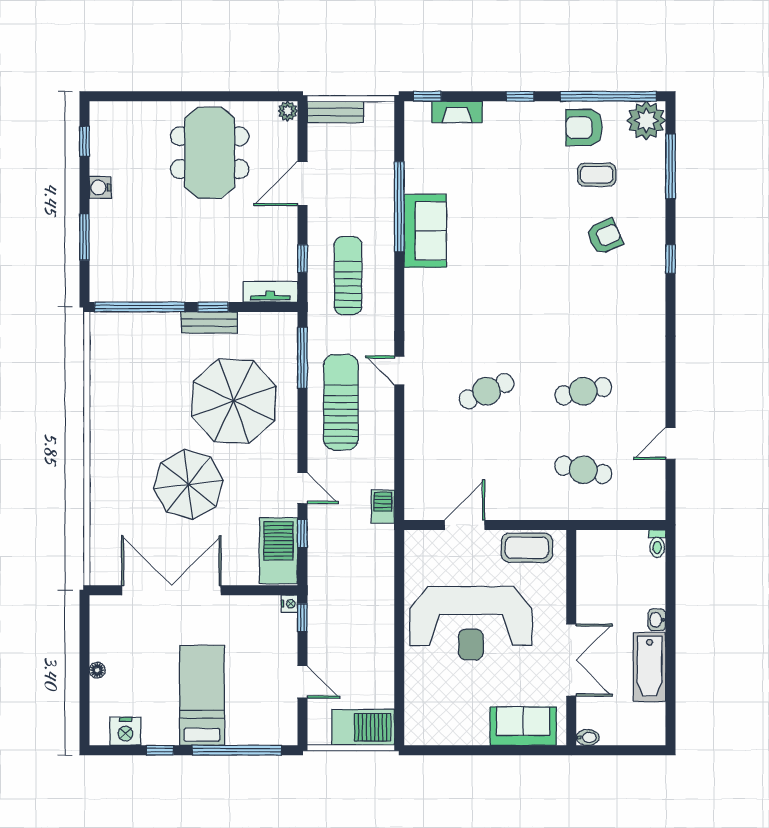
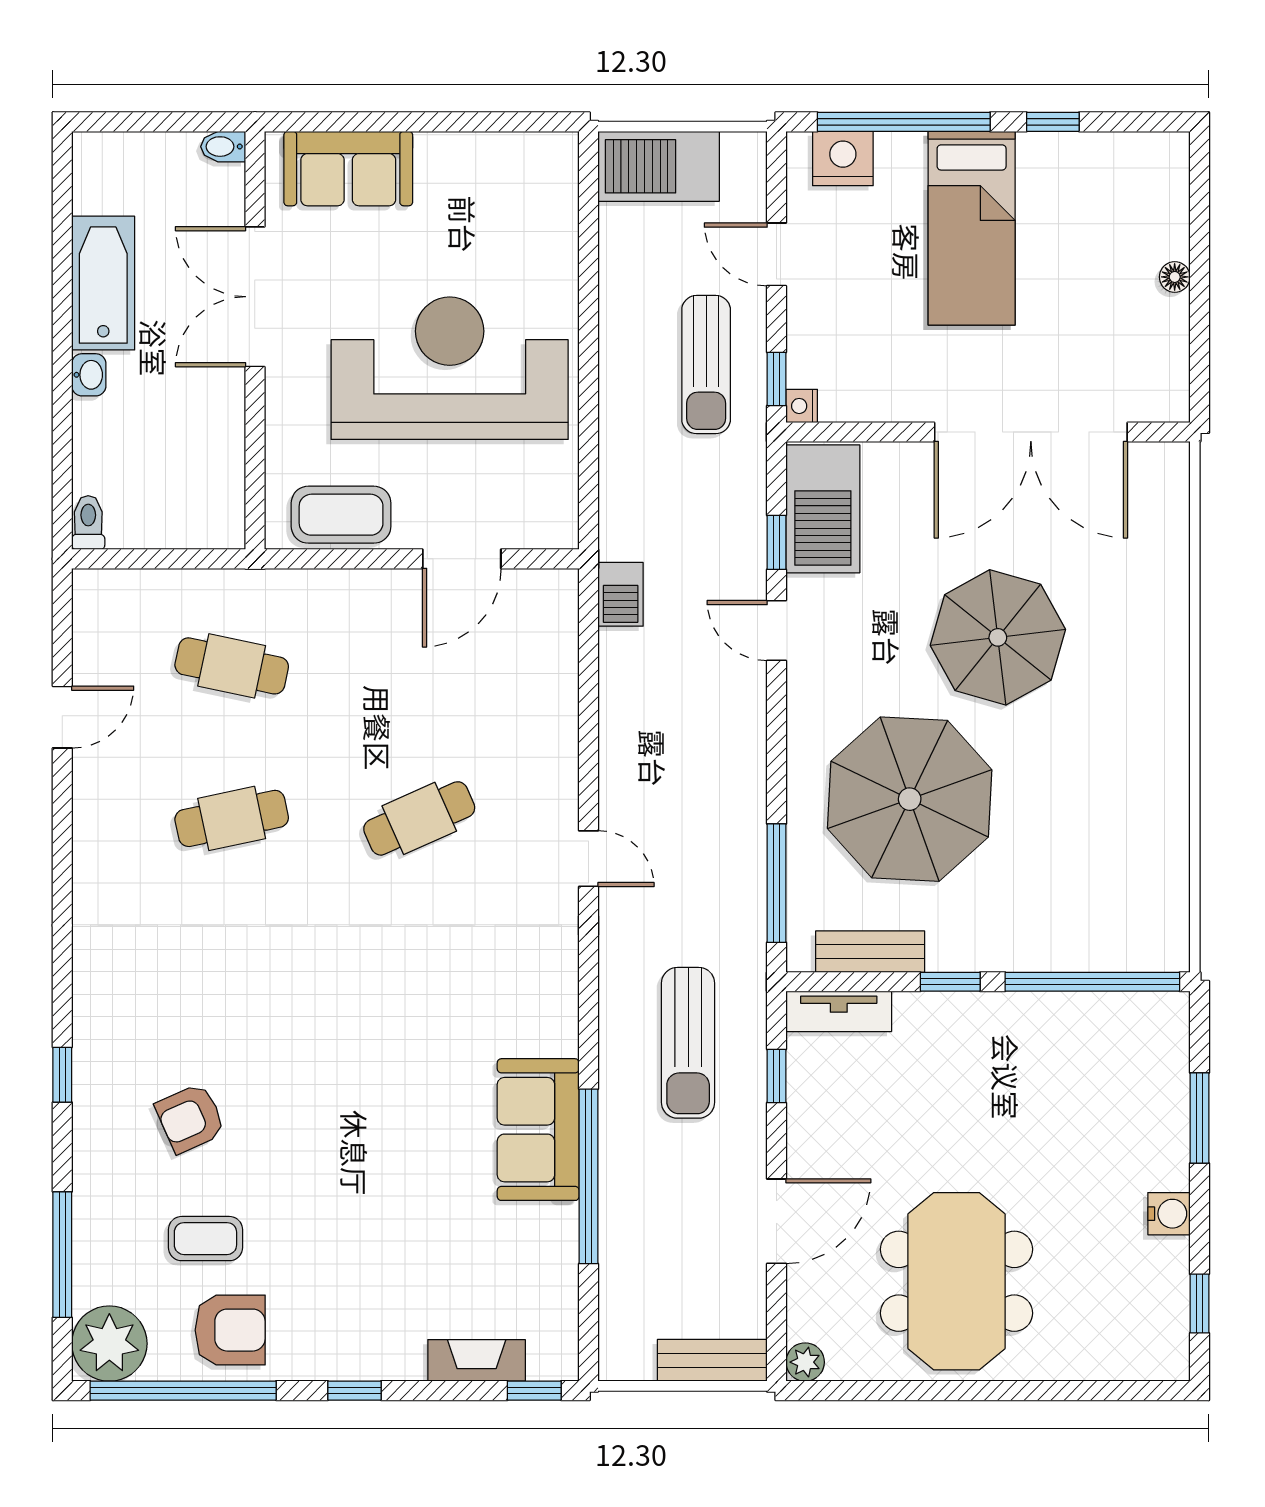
bench: (209, 323) -> (870, 952), moved
sun lounger: (341, 402) -> (706, 365), moved, width x0.73, depth x0.75
nightstand: (125, 731) -> (843, 158), moved

